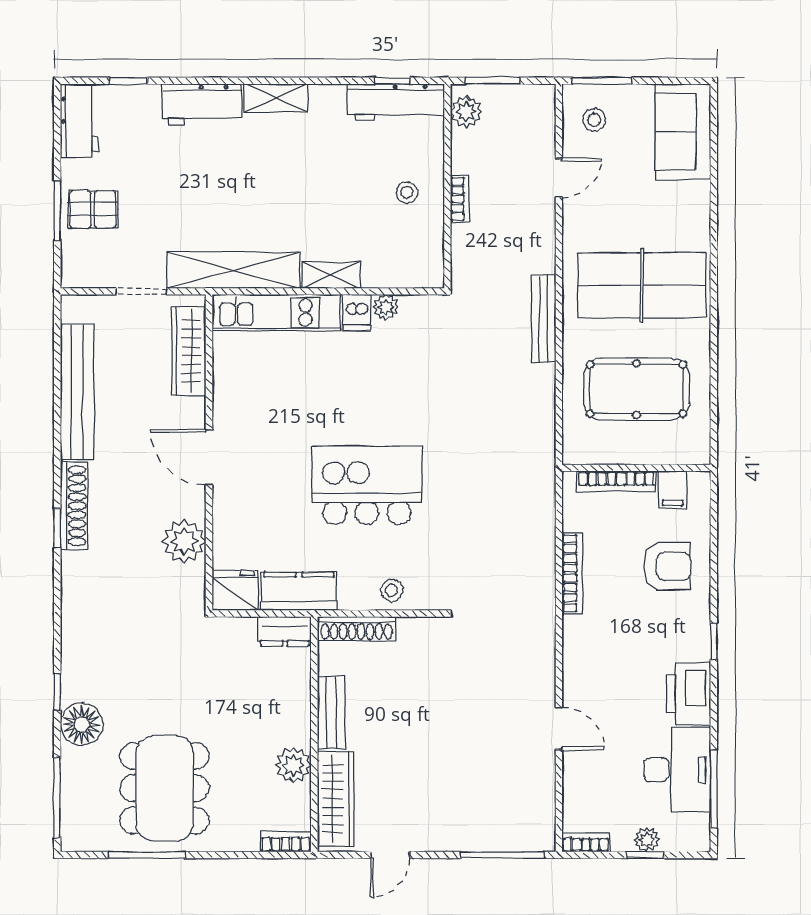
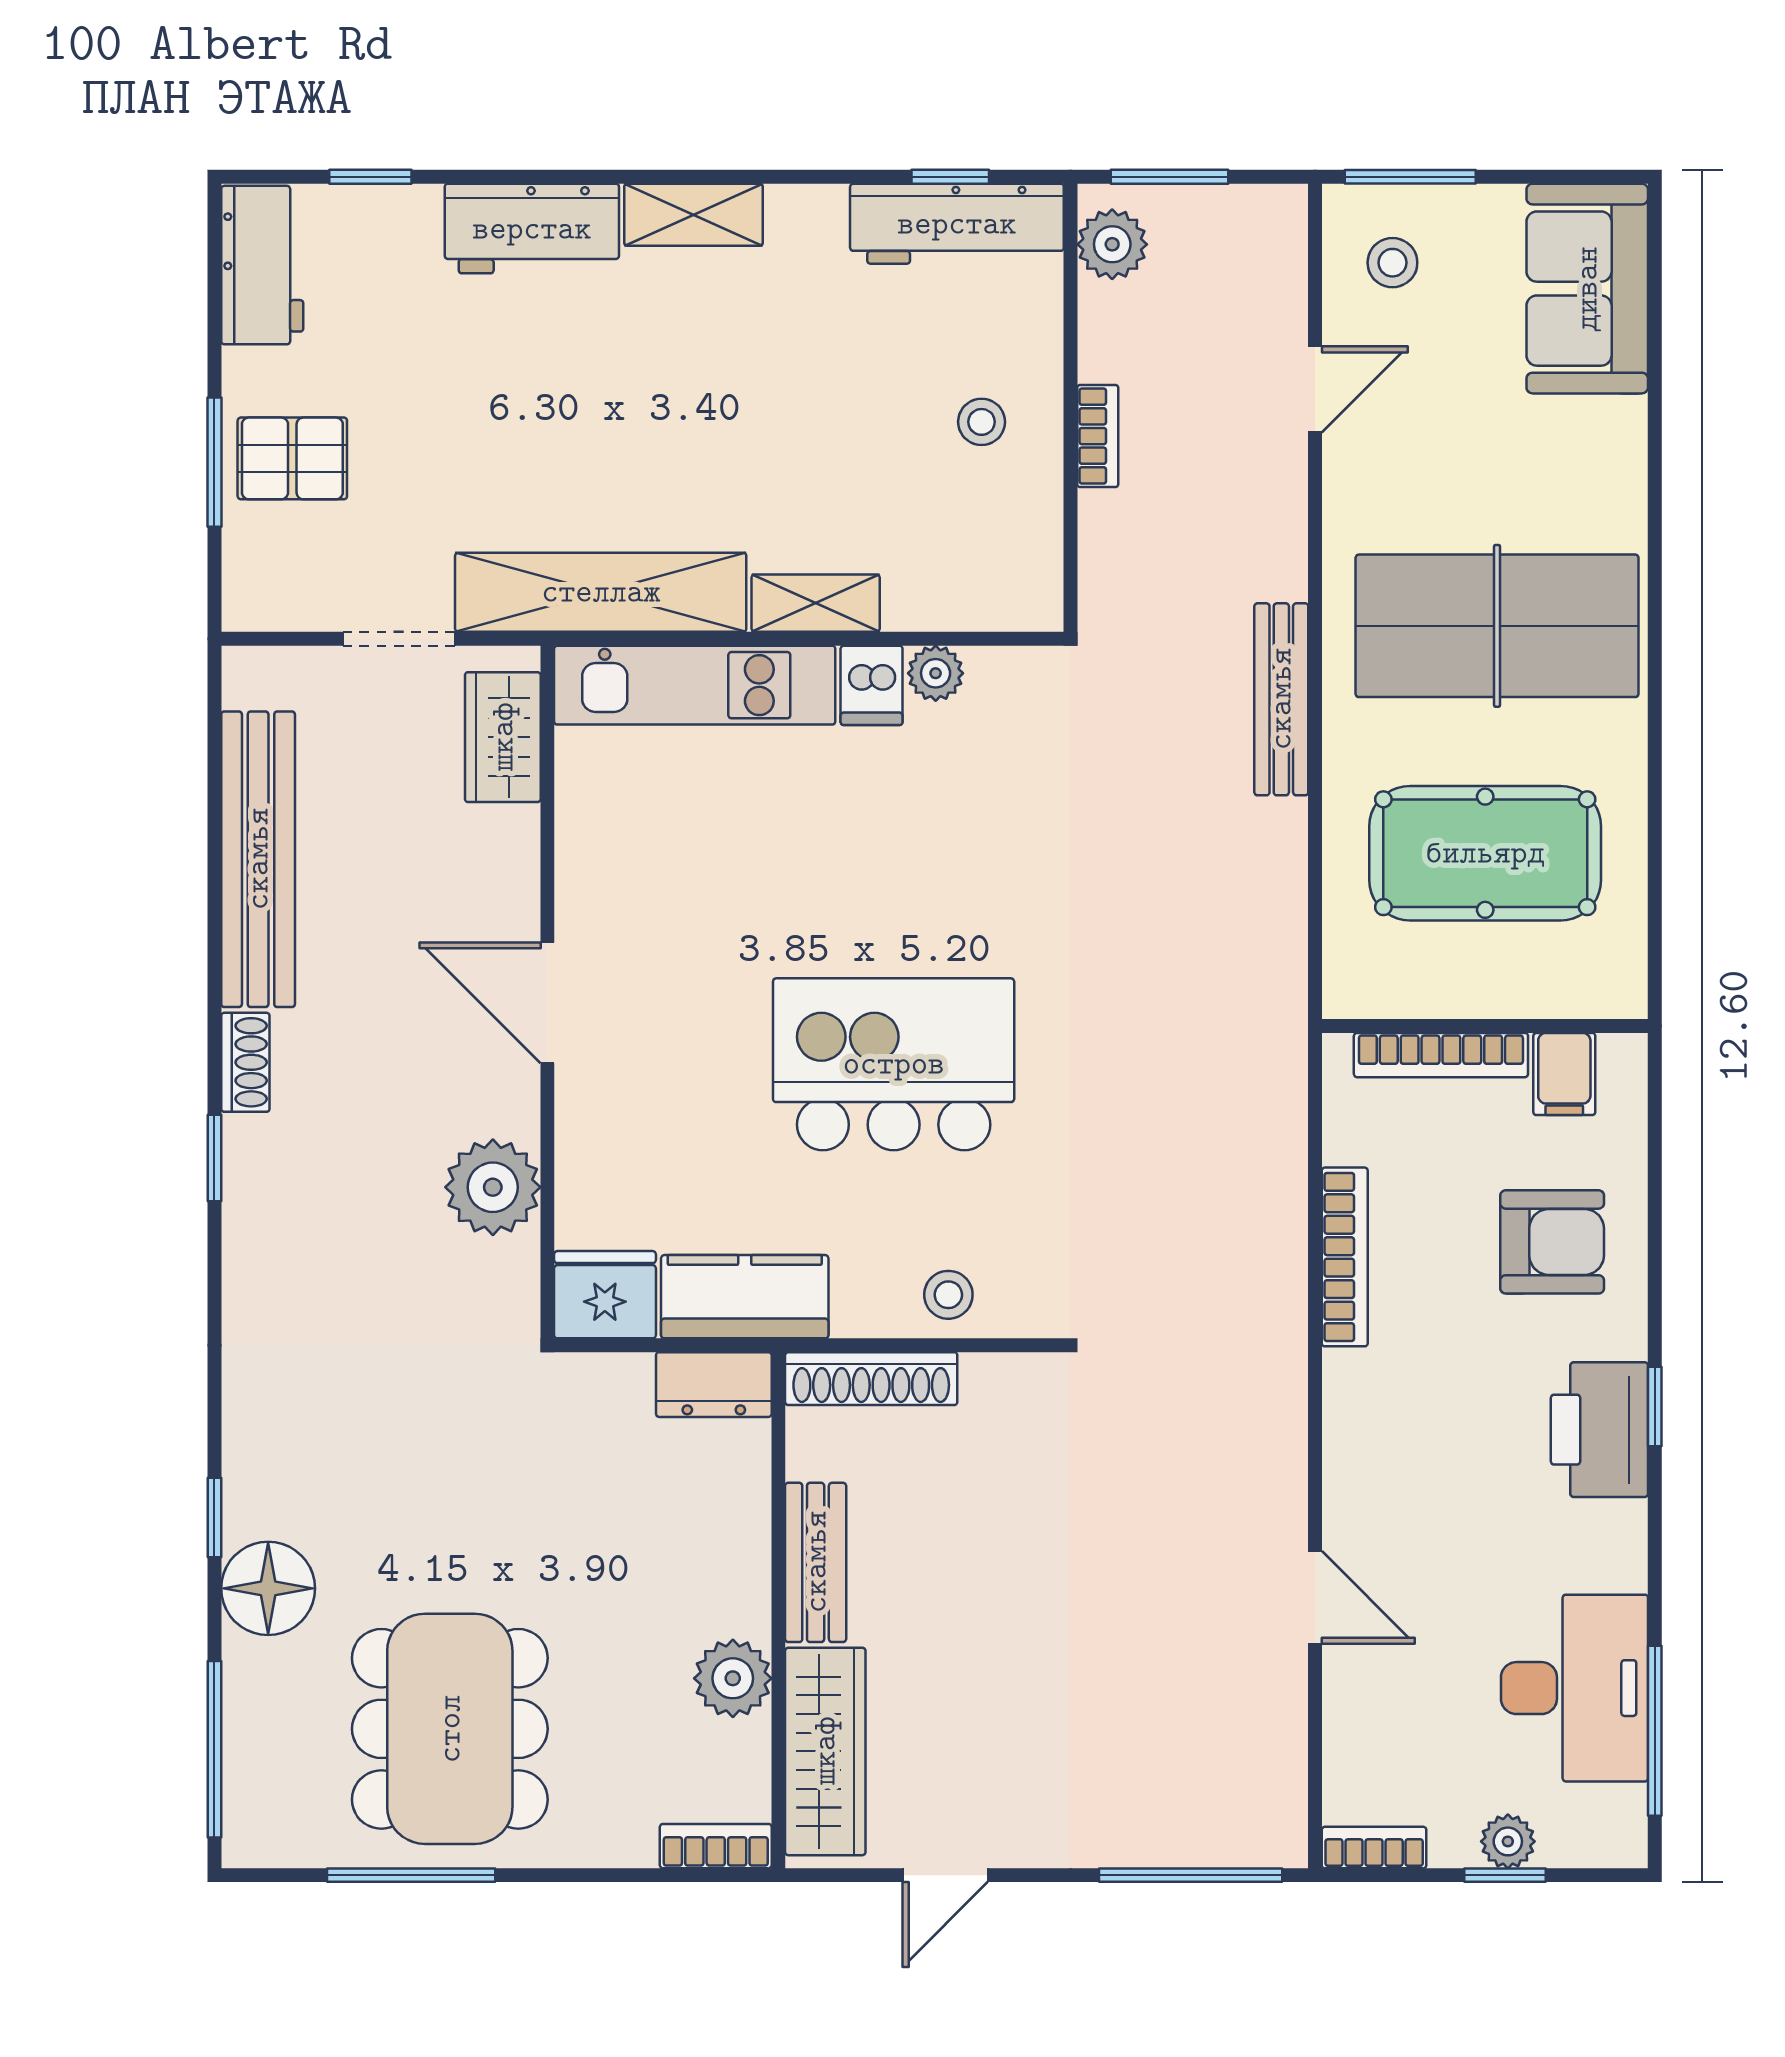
wardrobe: (189, 351) -> (503, 737), width x0.67
shoe rack: (74, 506) -> (245, 1062), width x0.51, depth x0.81
printer: (689, 694) -> (1599, 1430), moved

